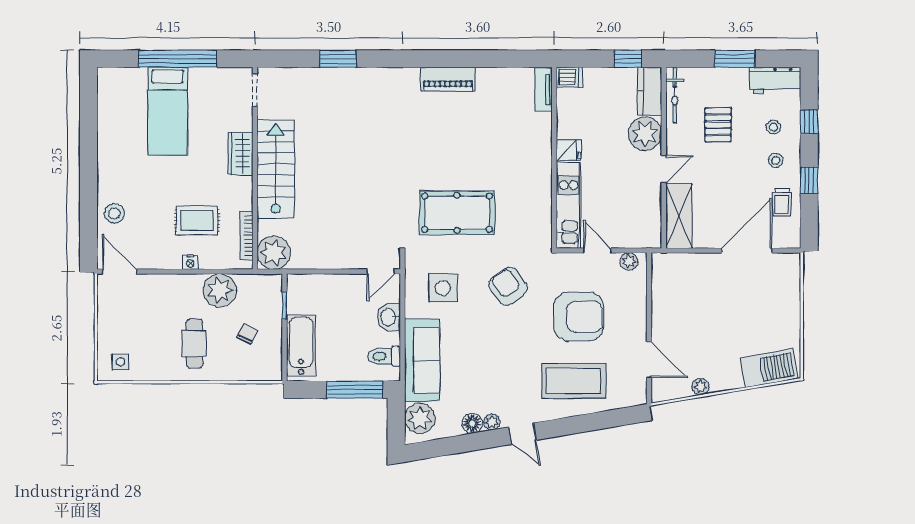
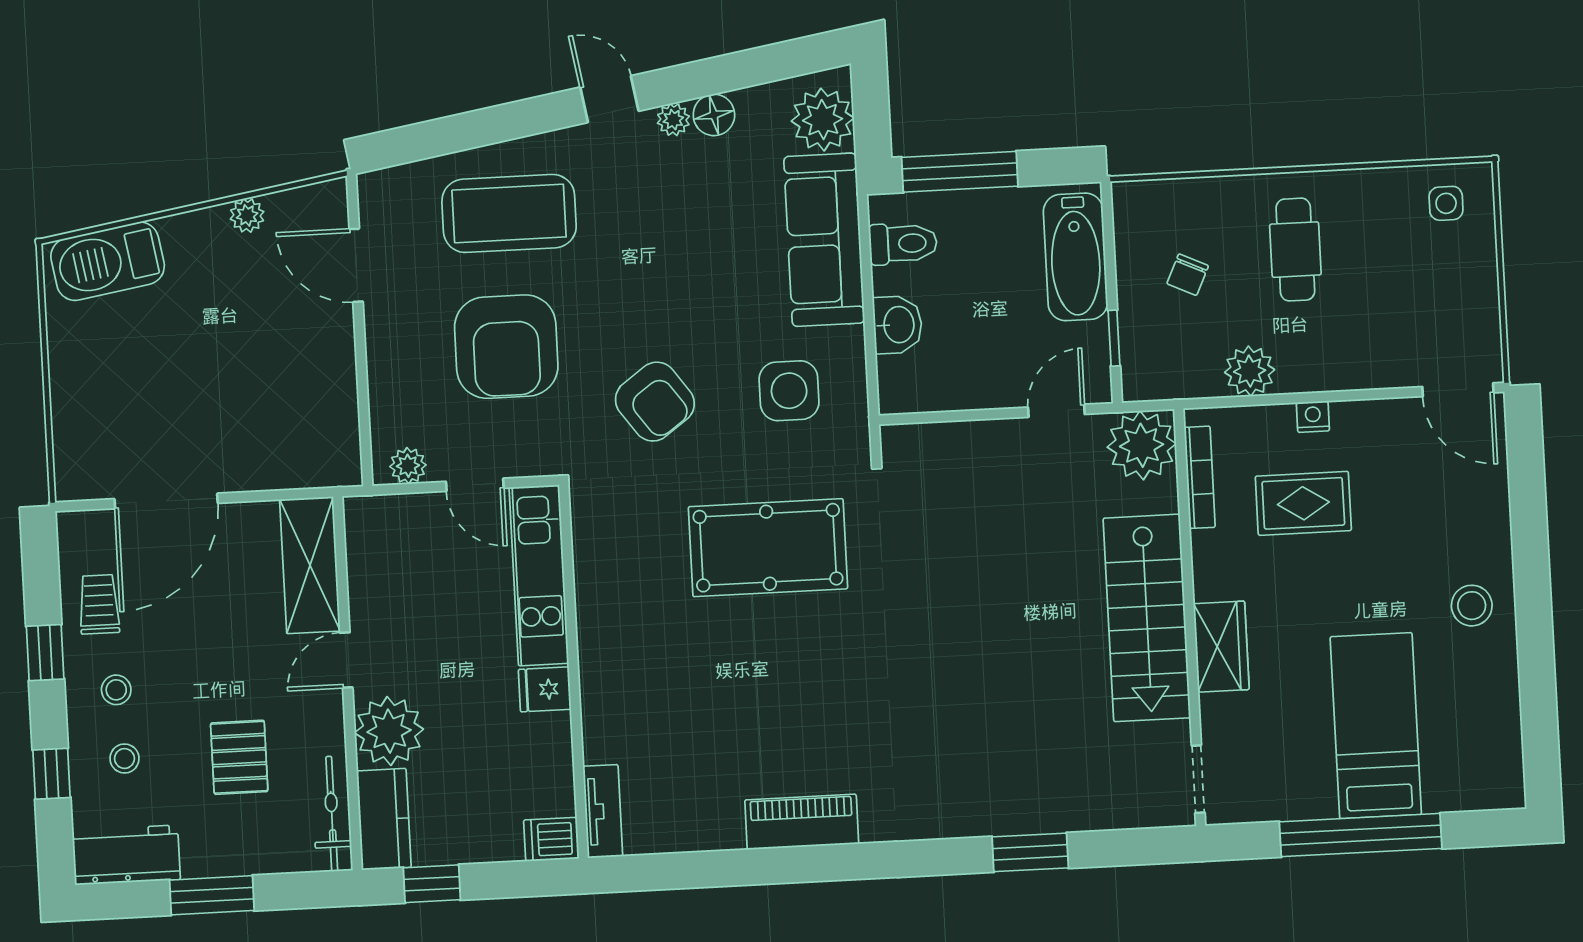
stool: (114, 213) -> (1472, 606), moved
door: (381, 272) -> (1056, 411), moved
plant: (220, 290) -> (1250, 371), width x0.73, depth x0.73
armchair: (579, 317) -> (506, 347), turned -90

